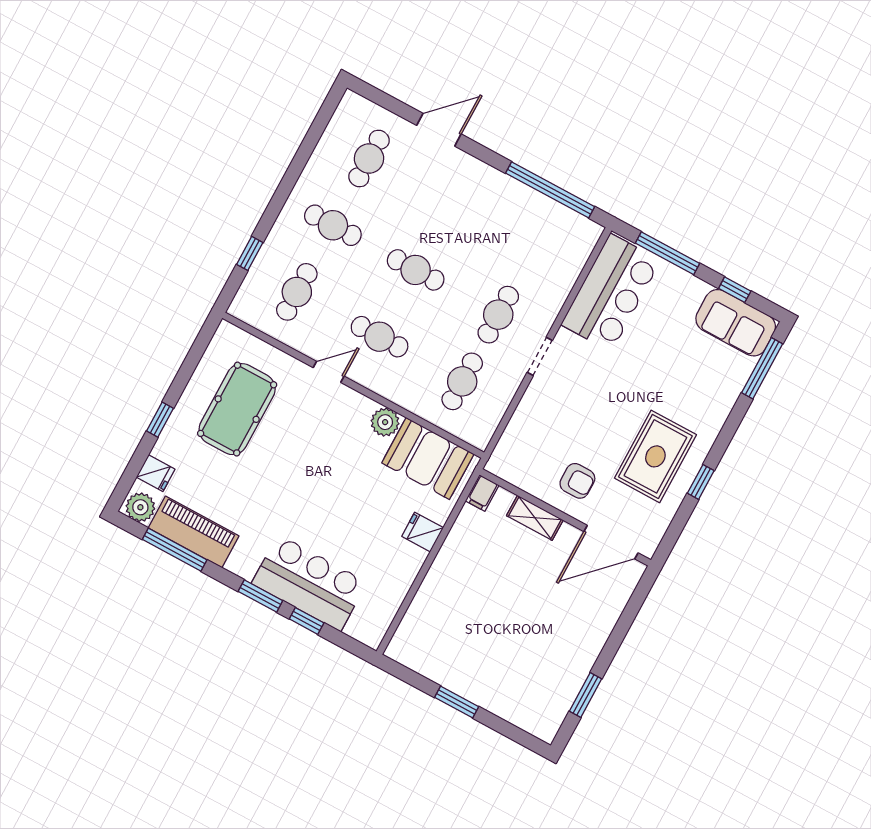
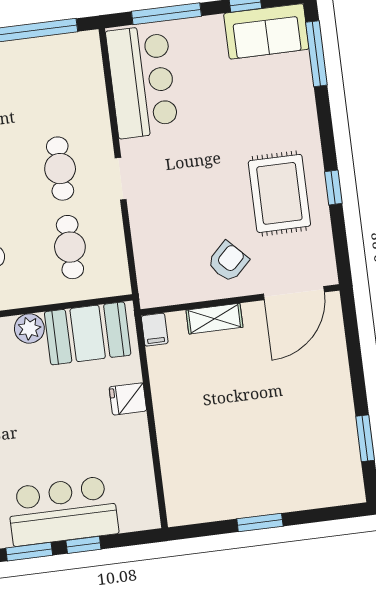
armchair: (577, 481) -> (228, 262), turned -44

